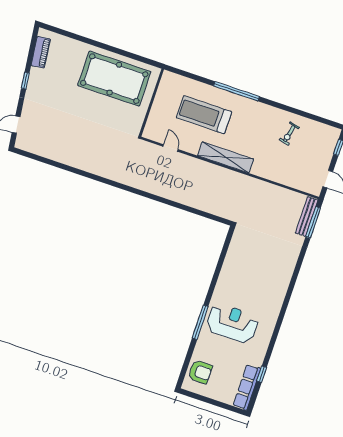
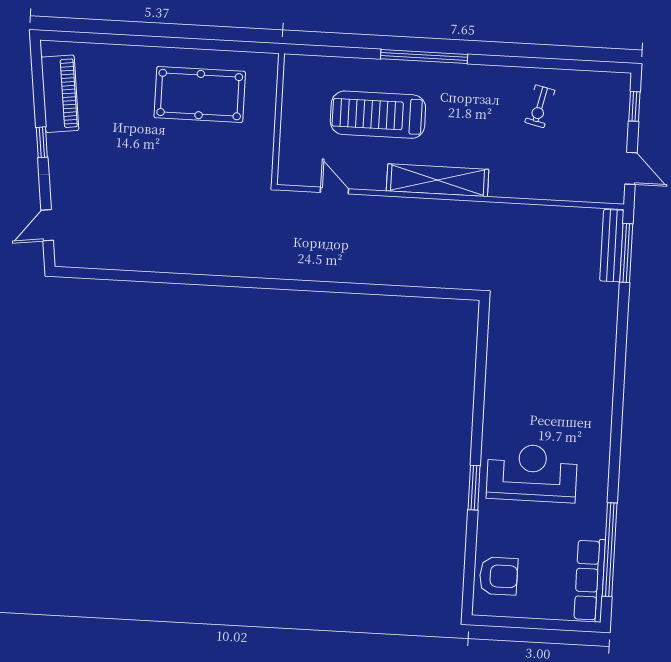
piano: (41, 52) -> (60, 94), width x1.37, depth x1.33
pool table: (114, 79) -> (200, 95), width x0.73, depth x0.76
window: (200, 322) -> (474, 488), width x0.69
window: (262, 374) -> (610, 550), width x3.17

